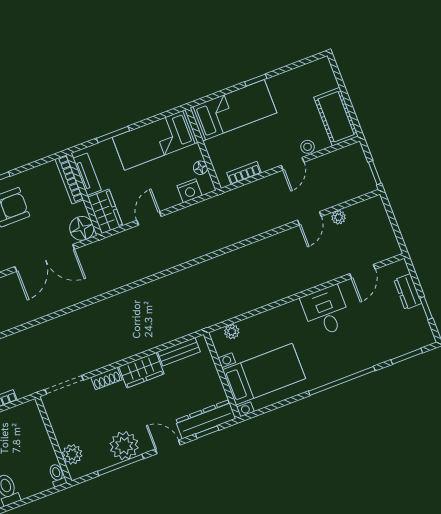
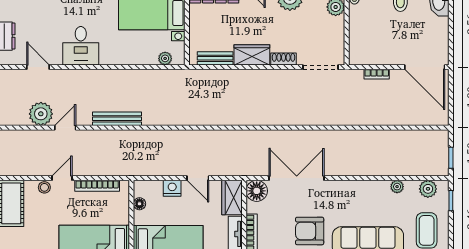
bookcase: (244, 173) -> (97, 186), width x1.56
nightstand: (190, 191) -> (172, 188), moved
plant: (339, 217) -> (41, 114), width x1.87, depth x1.87
door: (149, 218) -> (198, 178), hinge flipped
bench: (258, 248) -> (117, 119), added
door: (362, 271) -> (38, 67), hinge flipped

